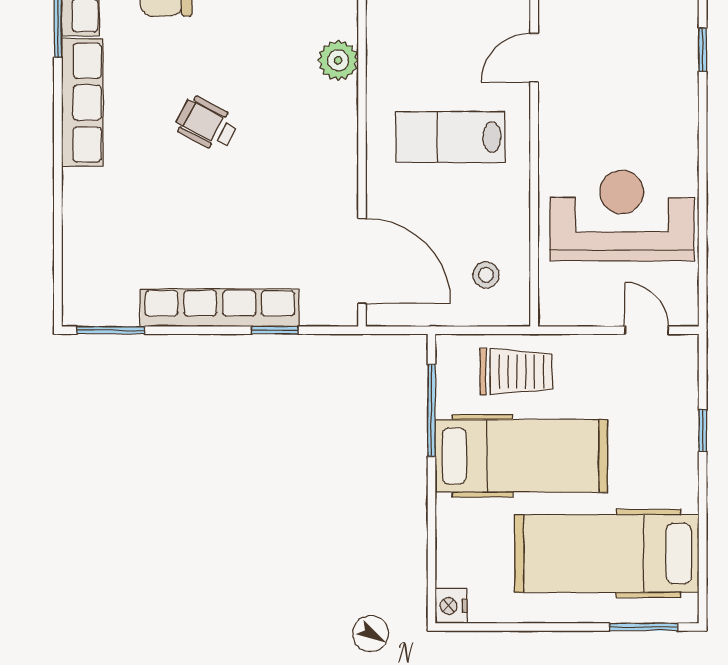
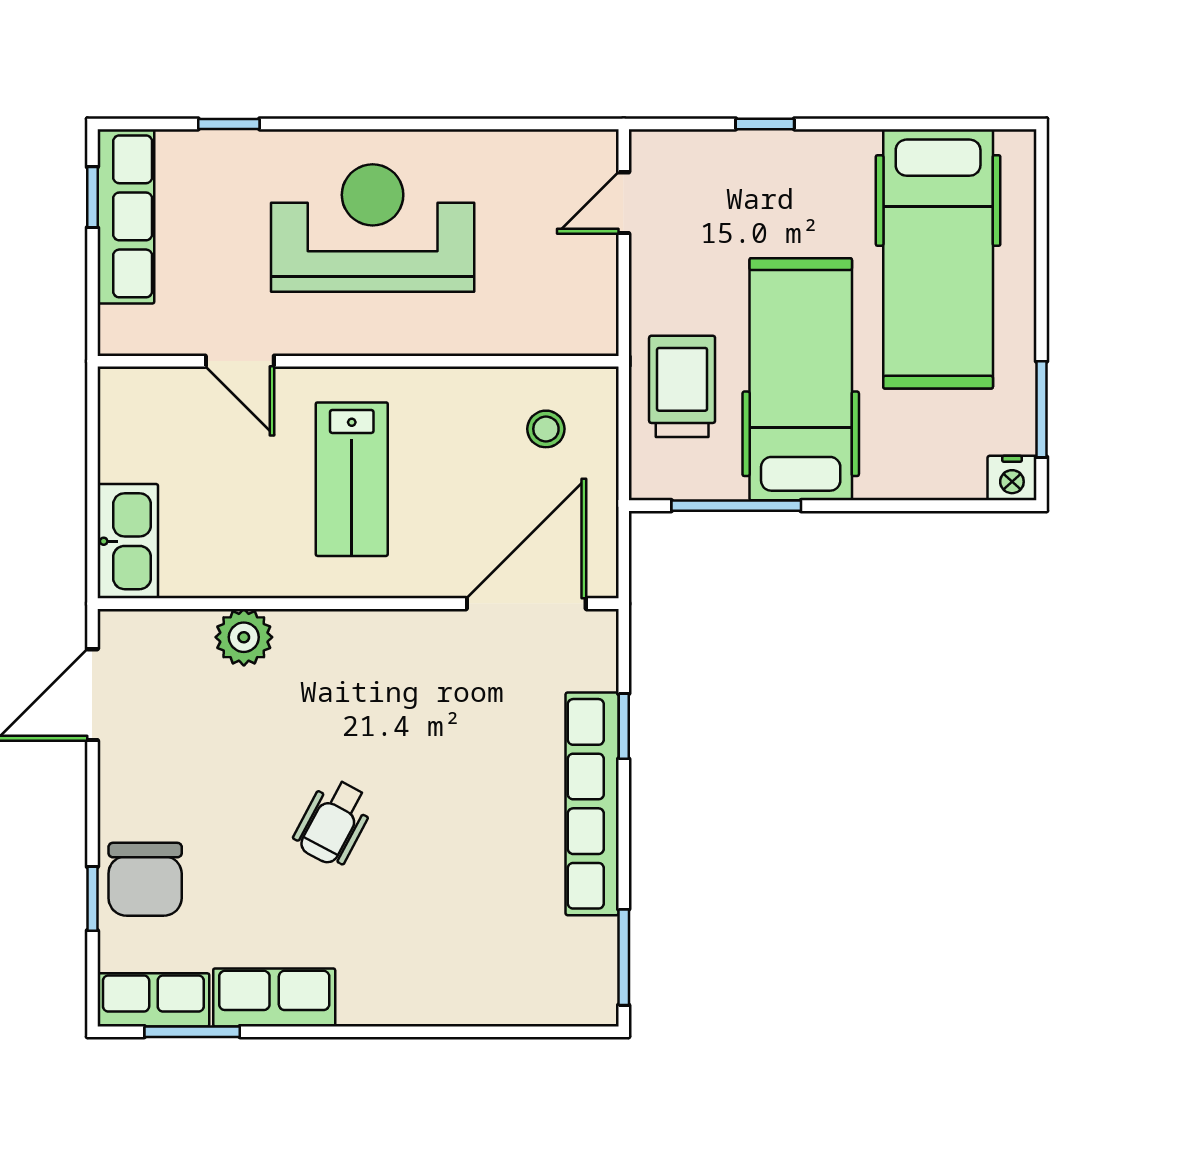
row of seats: (82, 103) -> (274, 997), width x0.68
reception desk: (622, 216) -> (373, 228), moved, turned 90
window: (644, 627) -> (1041, 409), moved

